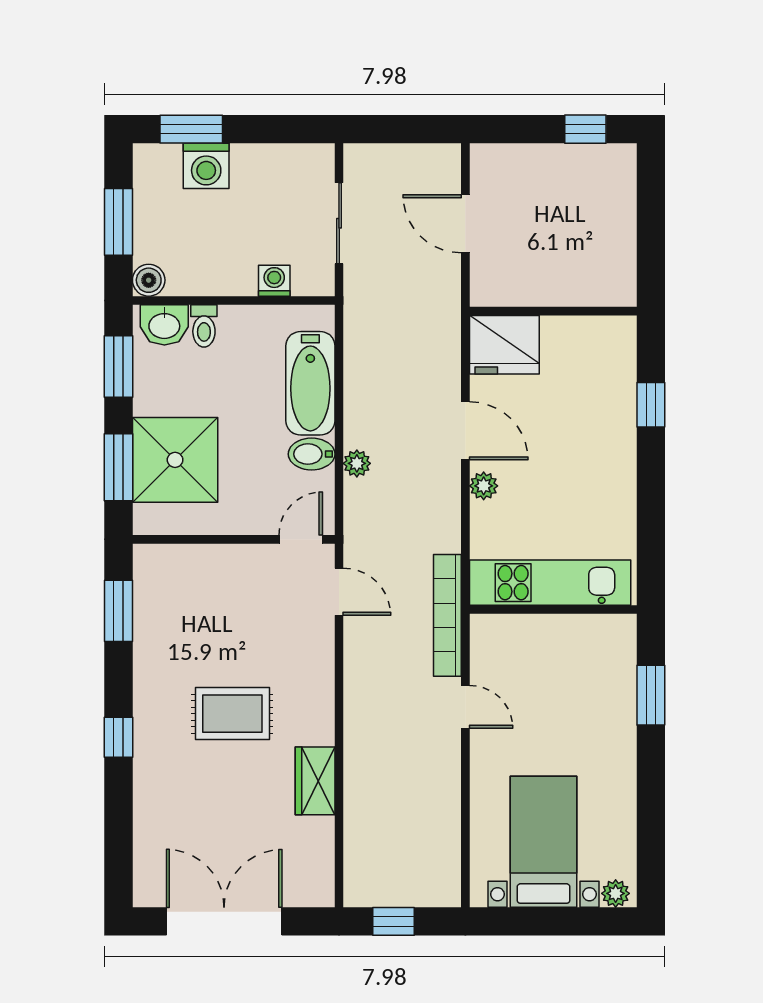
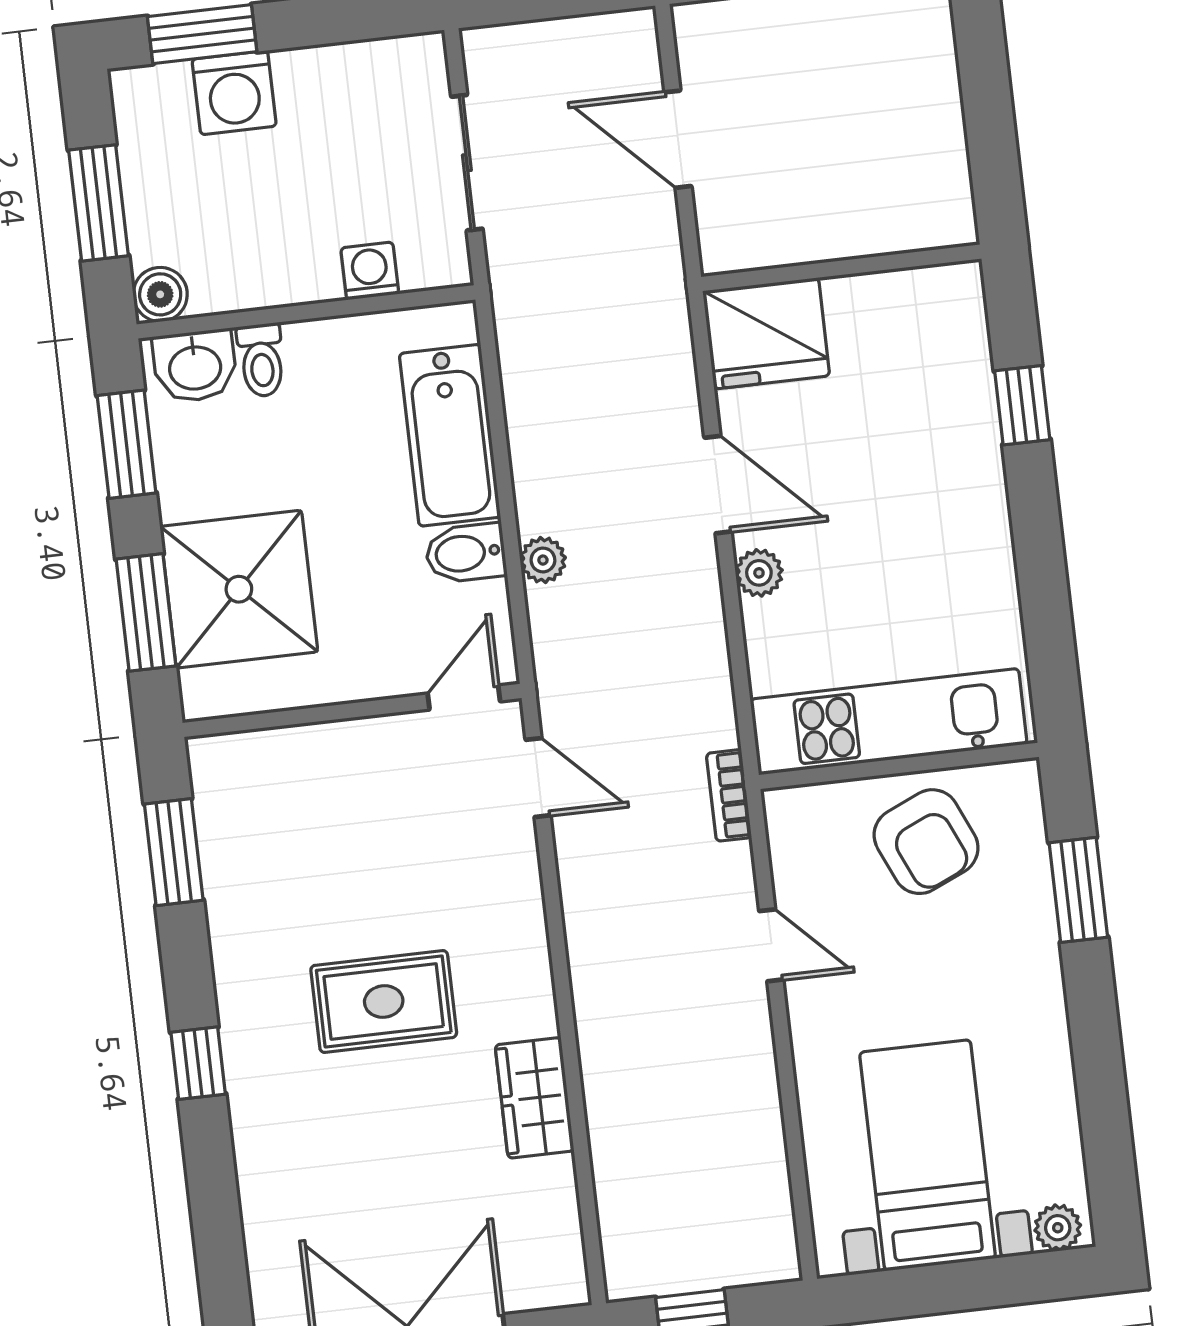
bookcase: (447, 615) -> (729, 795), width x0.43, depth x0.76
armchair: (564, 656) -> (926, 842), added

